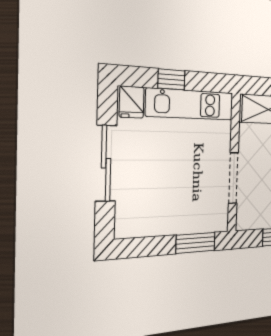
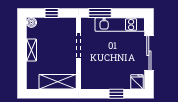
kitchen unit: (191, 104) -> (120, 25), moved, turned 180

